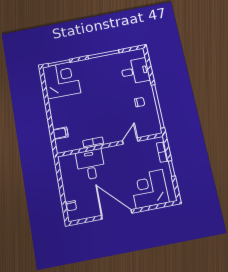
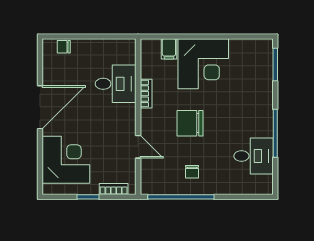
desk: (135, 71) -> (254, 156), moved, turned -90
corner desk: (61, 80) -> (203, 64), moved
chair: (108, 110) -> (190, 123), added

